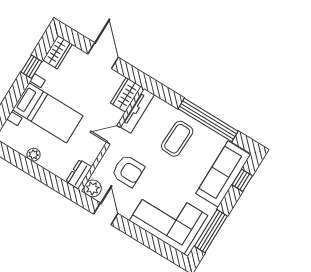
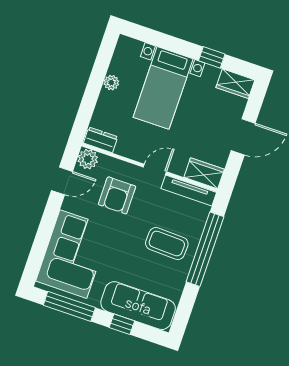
window: (208, 120) -> (205, 249), moved
door: (114, 135) -> (155, 169), hinge flipped
window: (242, 180) -> (122, 324), moved

